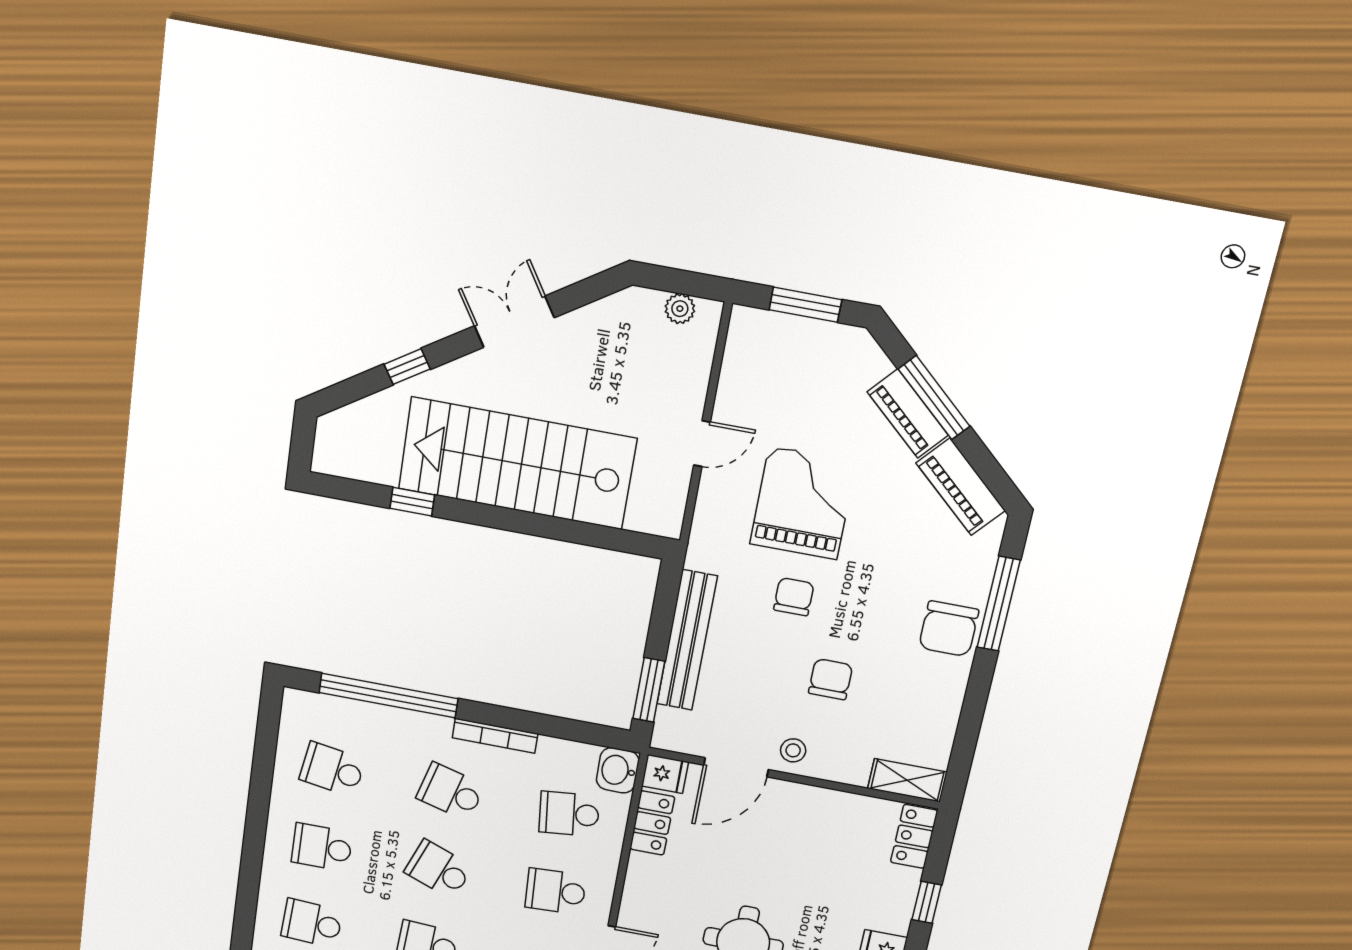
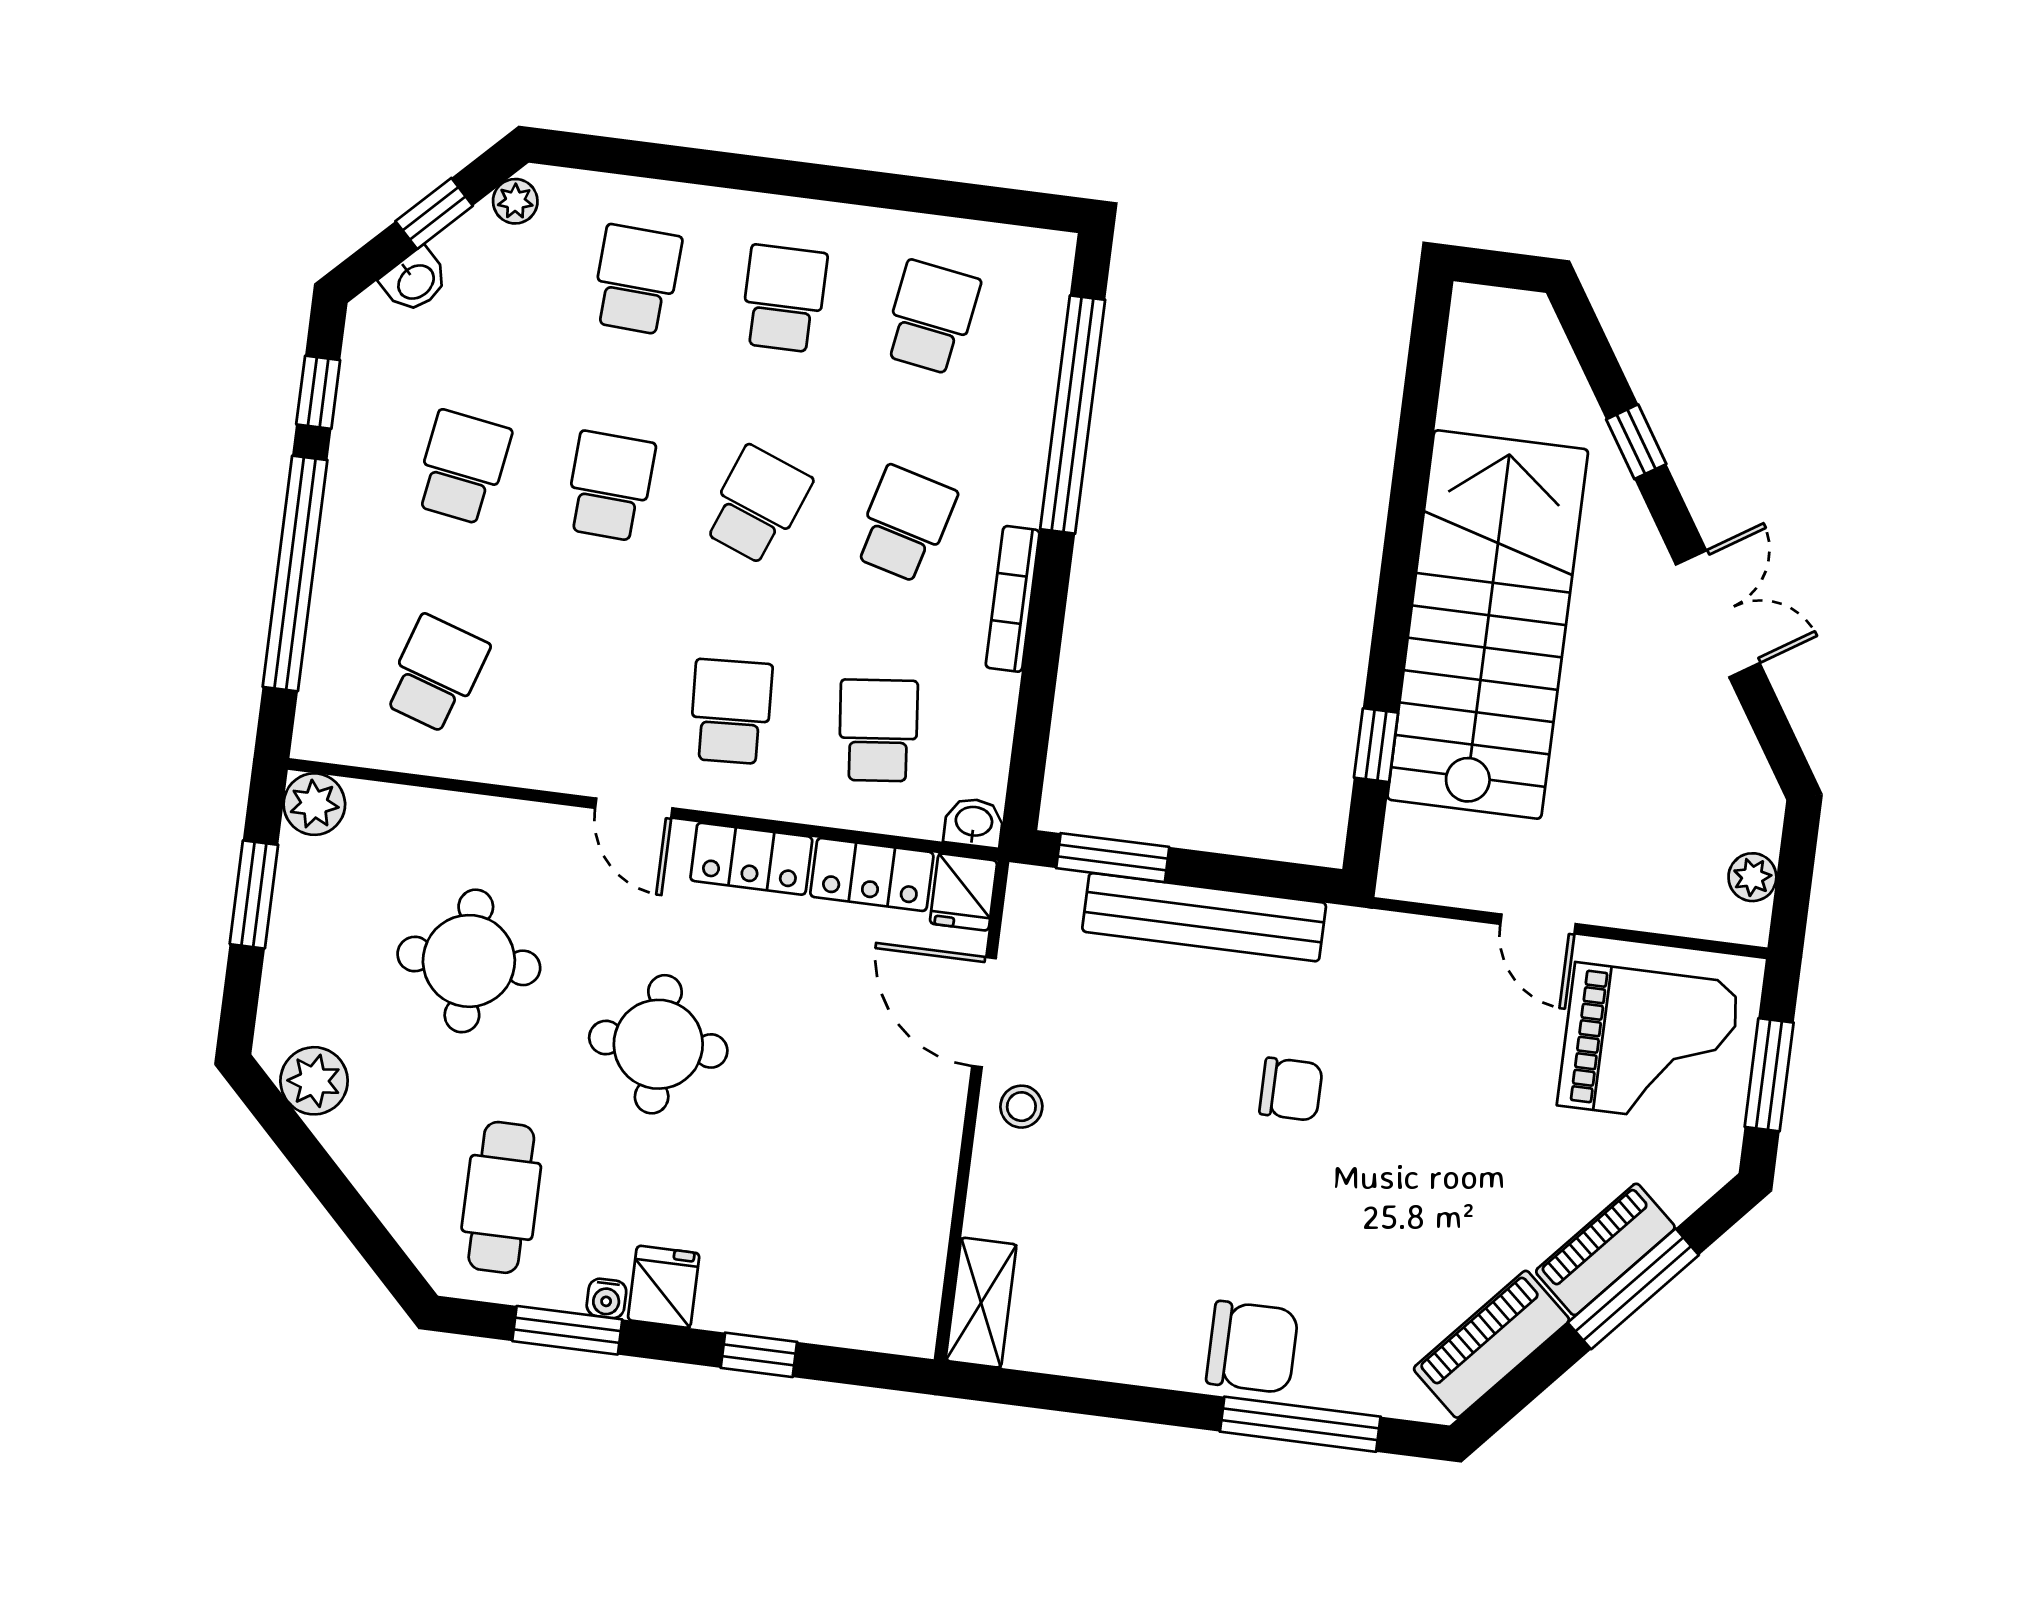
window: (412, 502) -> (1376, 745), moved
grand piano: (803, 503) -> (1649, 1044), moved
chair: (949, 629) -> (1252, 1347), turned 180
chair: (831, 679) -> (1152, 1160), removed
washbasin: (618, 770) -> (974, 823), width x0.72, depth x0.69
locker: (914, 836) -> (751, 859), moved, turned 180

